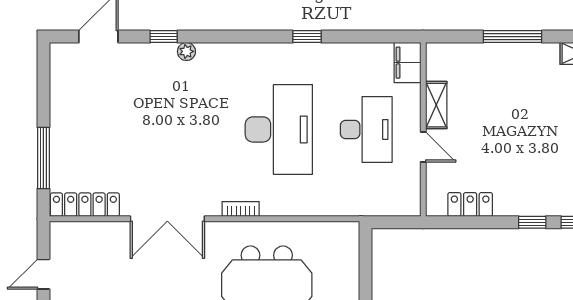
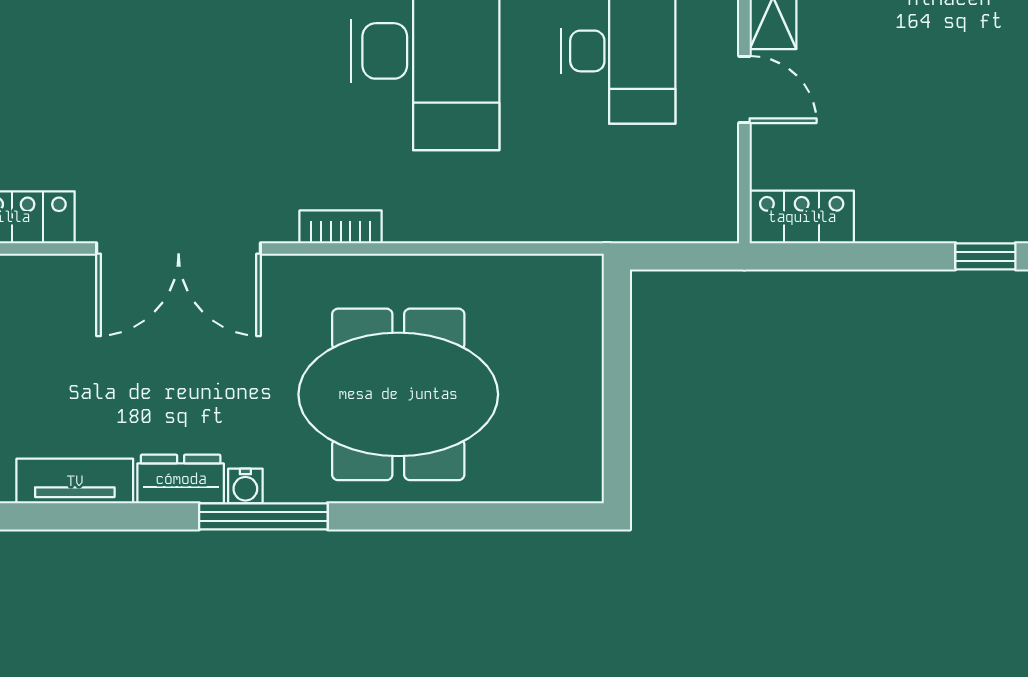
locker: (470, 205) -> (802, 217), moved

